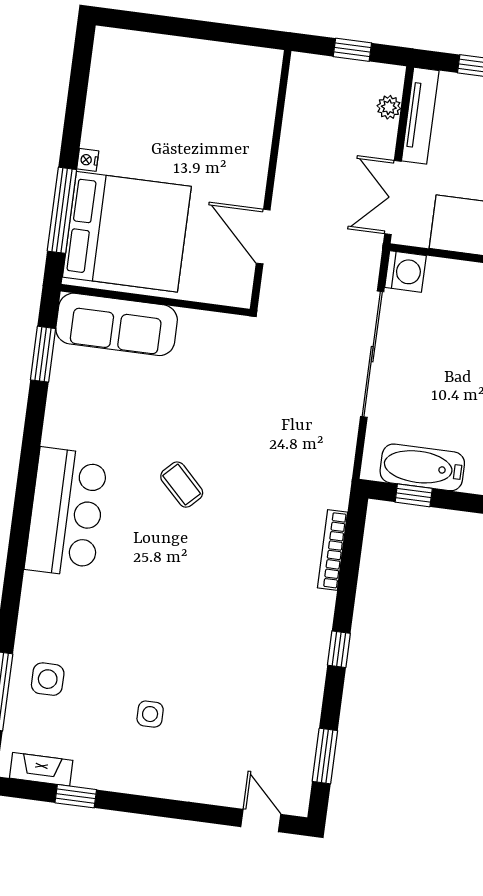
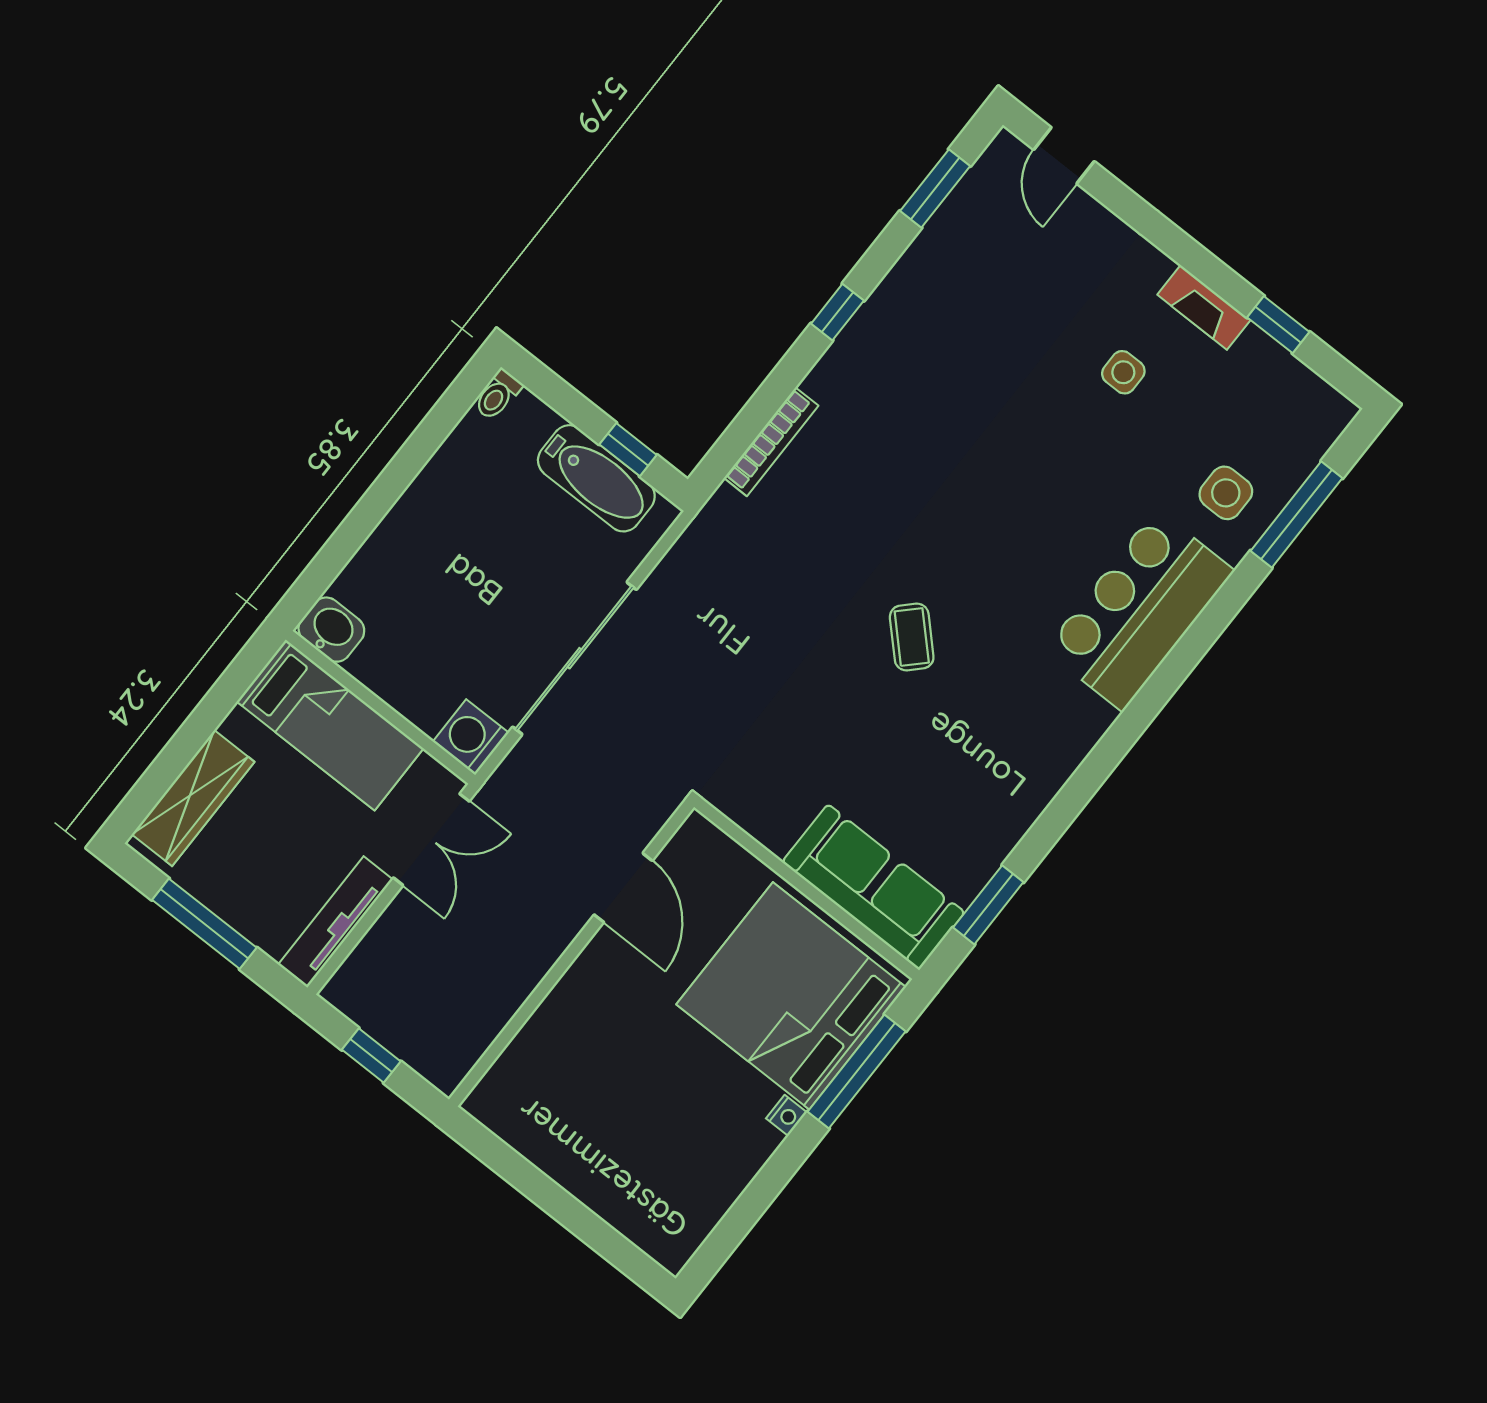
plant: (389, 107) -> (368, 956), removed
bar counter: (66, 512) -> (1139, 610), moved
fireplace: (41, 769) -> (1204, 307), moved

